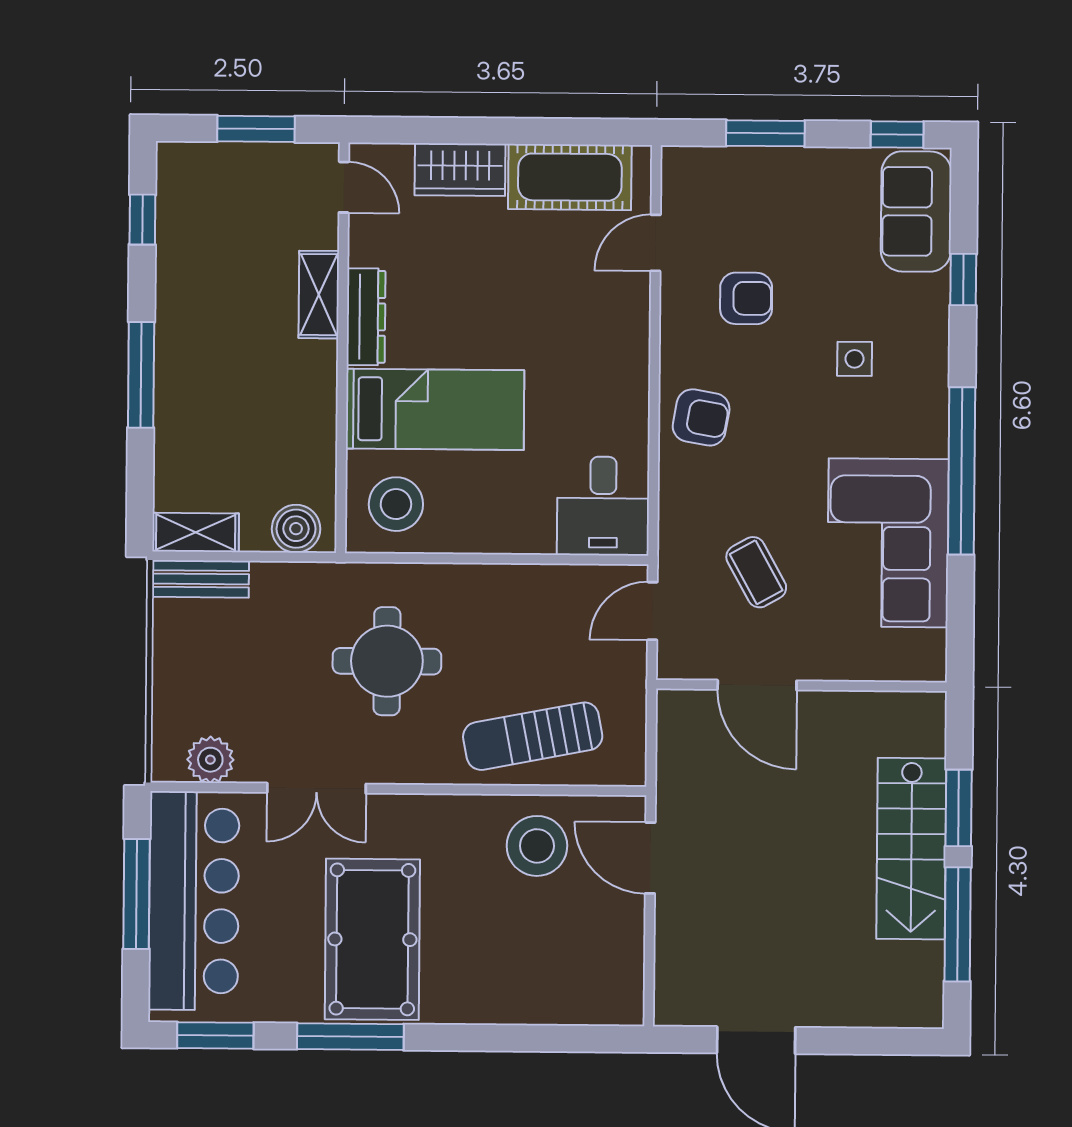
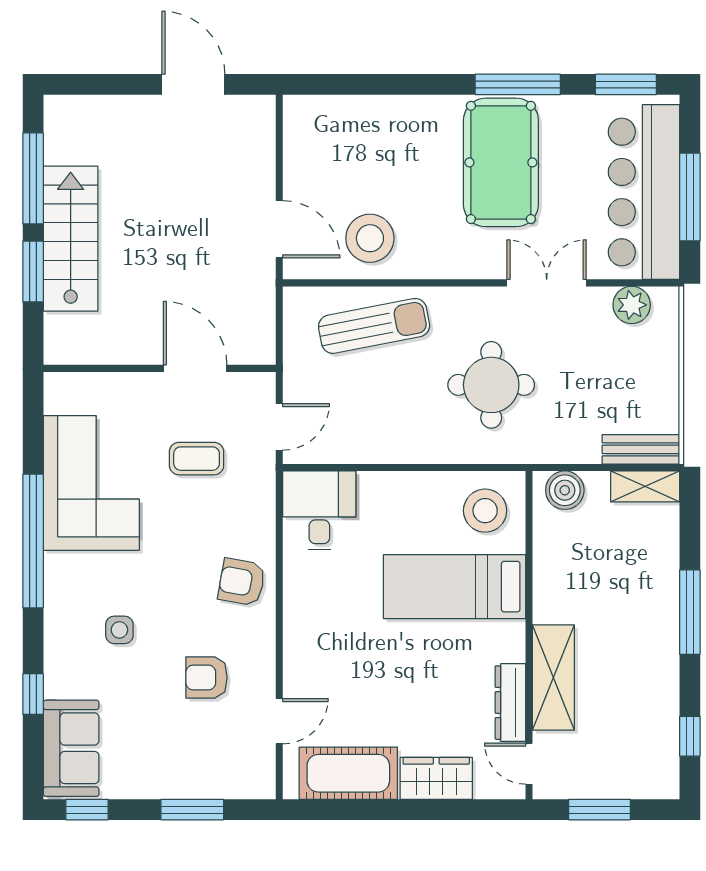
shelving: (319, 295) -> (553, 678), width x1.50, depth x1.33
dresser: (366, 317) -> (510, 703), moved
coffee table: (756, 572) -> (197, 459), turned -61

